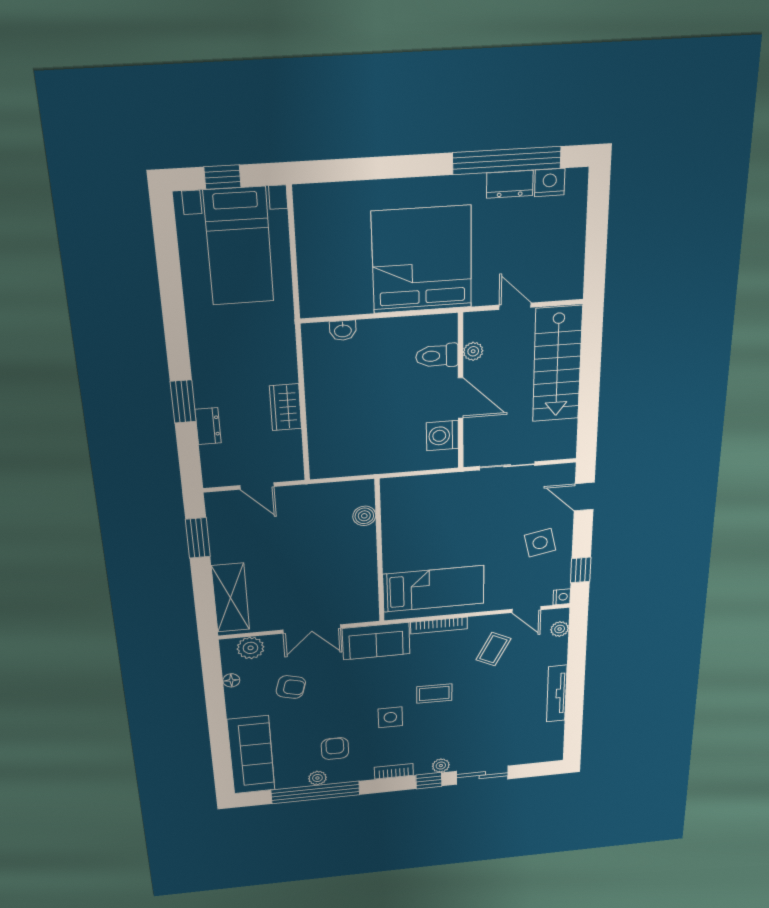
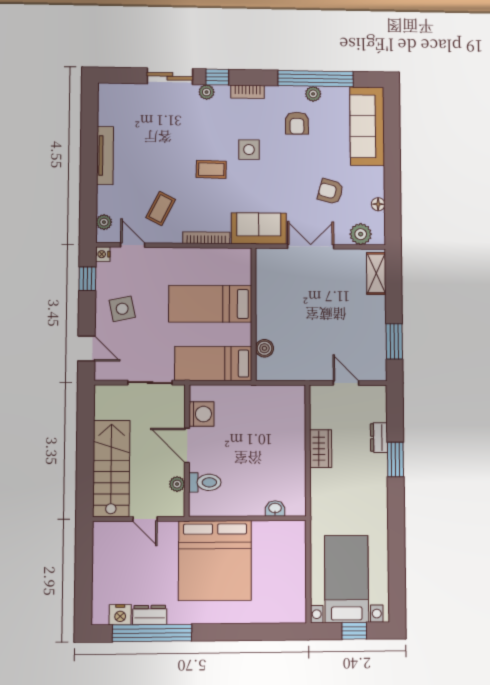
bed: (428, 494) -> (213, 363), added
bed: (434, 589) -> (210, 304), moved
shelving: (231, 598) -> (376, 273), width x0.67, depth x0.75

